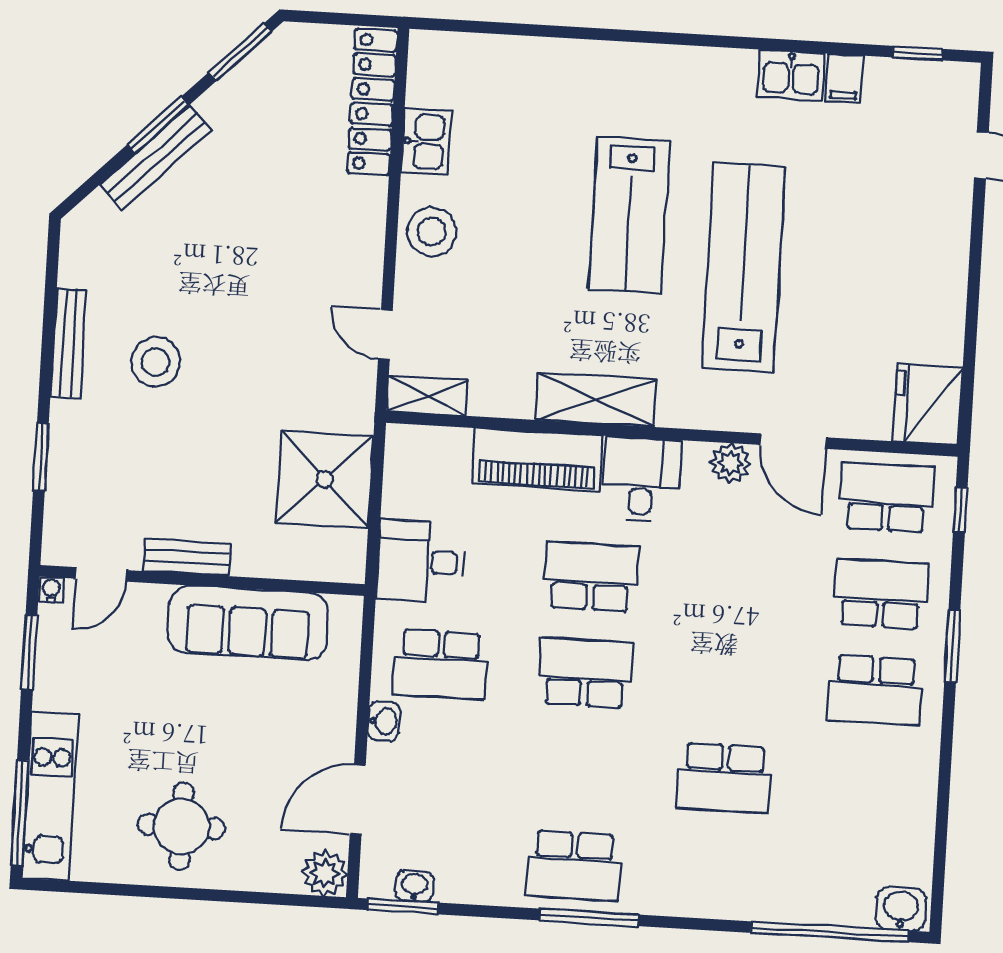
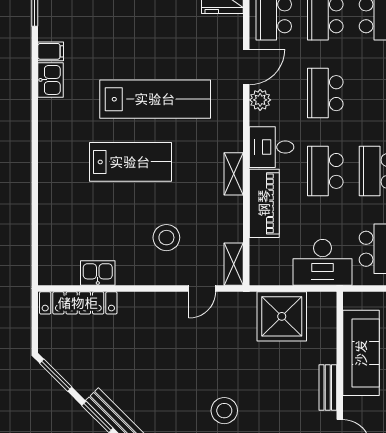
stool: (432, 232) -> (166, 238), moved
lab bench: (743, 268) -> (155, 99), turned 180
shelving: (596, 400) -> (234, 174), width x0.67, depth x0.75
desk: (421, 561) -> (323, 262), width x1.37
school desk: (736, 585) -> (325, 93), added

